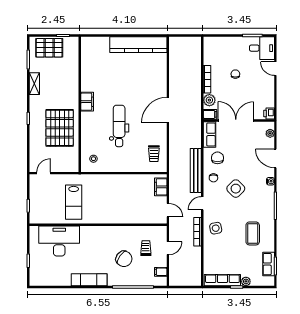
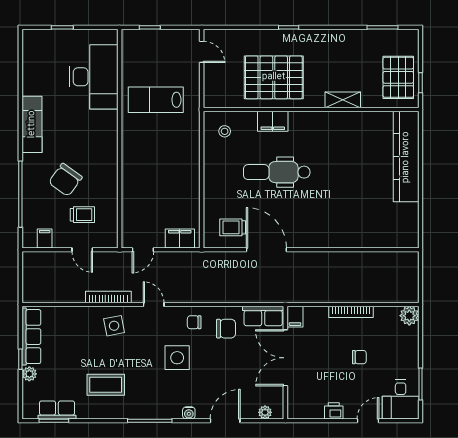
kitchen counter: (138, 45) -> (406, 157), moved
pallet: (49, 48) -> (398, 77), moved
shelving: (34, 84) -> (343, 100), moved
plant: (209, 100) -> (409, 316), moved
filing cabinet: (87, 102) -> (273, 121), moved
door: (168, 110) -> (266, 250), moved
printer: (269, 114) -> (334, 411), moved
double door: (236, 120) -> (285, 358), swing flipped
dental chair: (119, 126) -> (277, 172), turned 180
bench: (196, 170) -> (206, 294), removed
side table: (236, 189) -> (177, 358), turned 45

